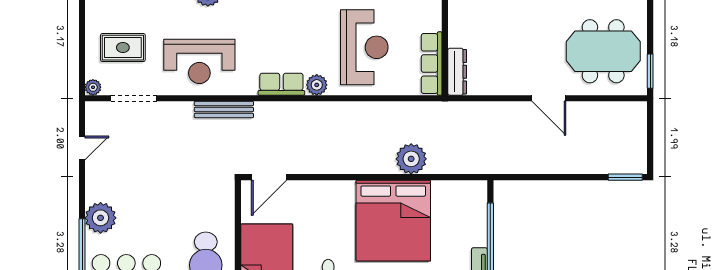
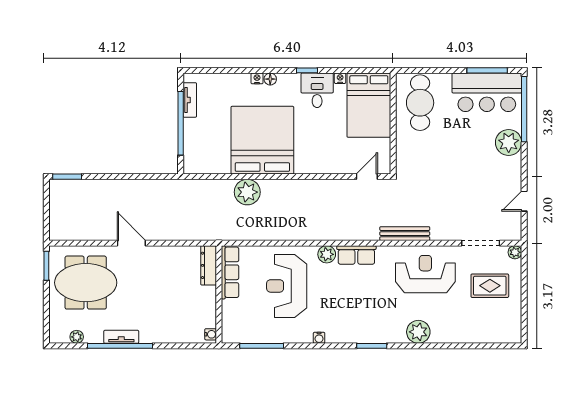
door: (269, 177) -> (367, 177), width x0.73

